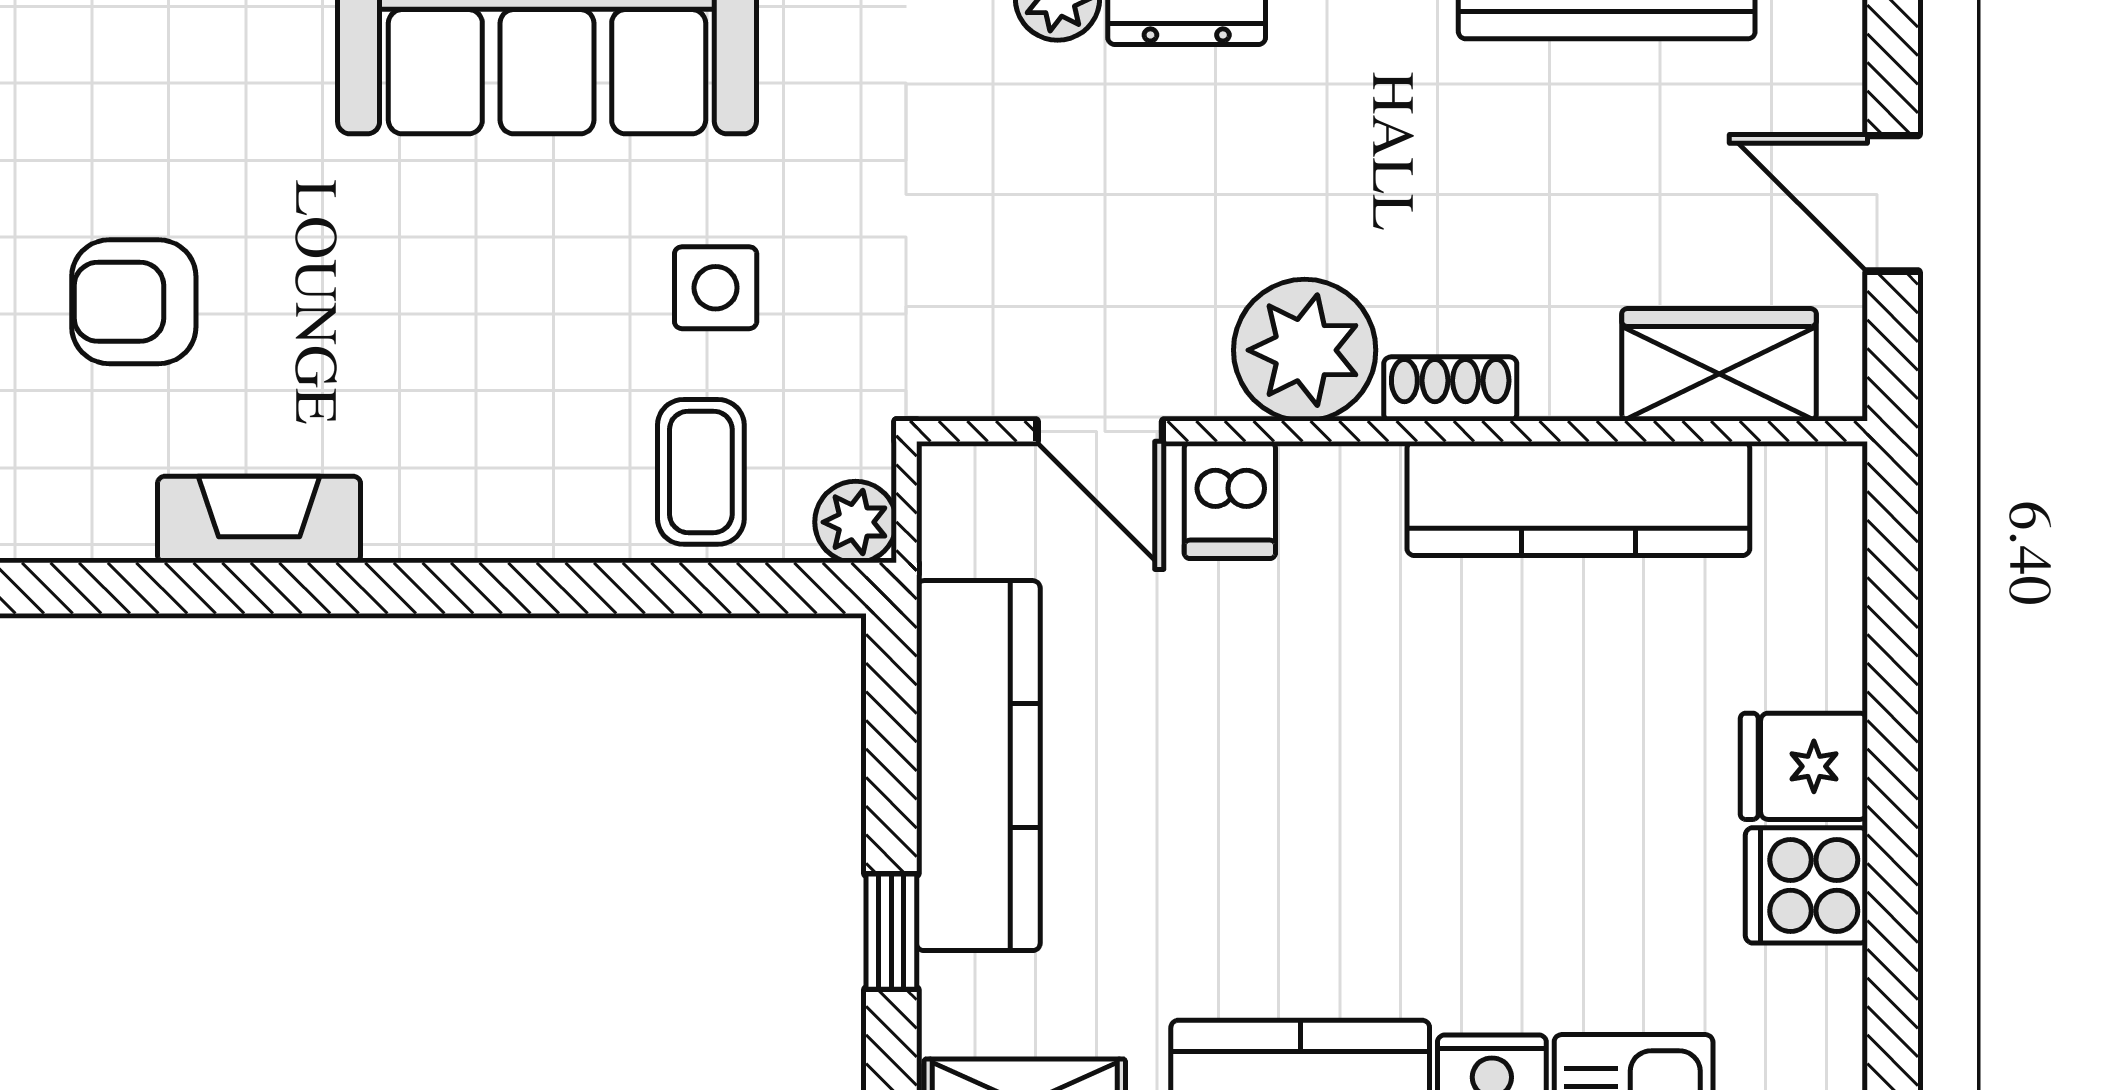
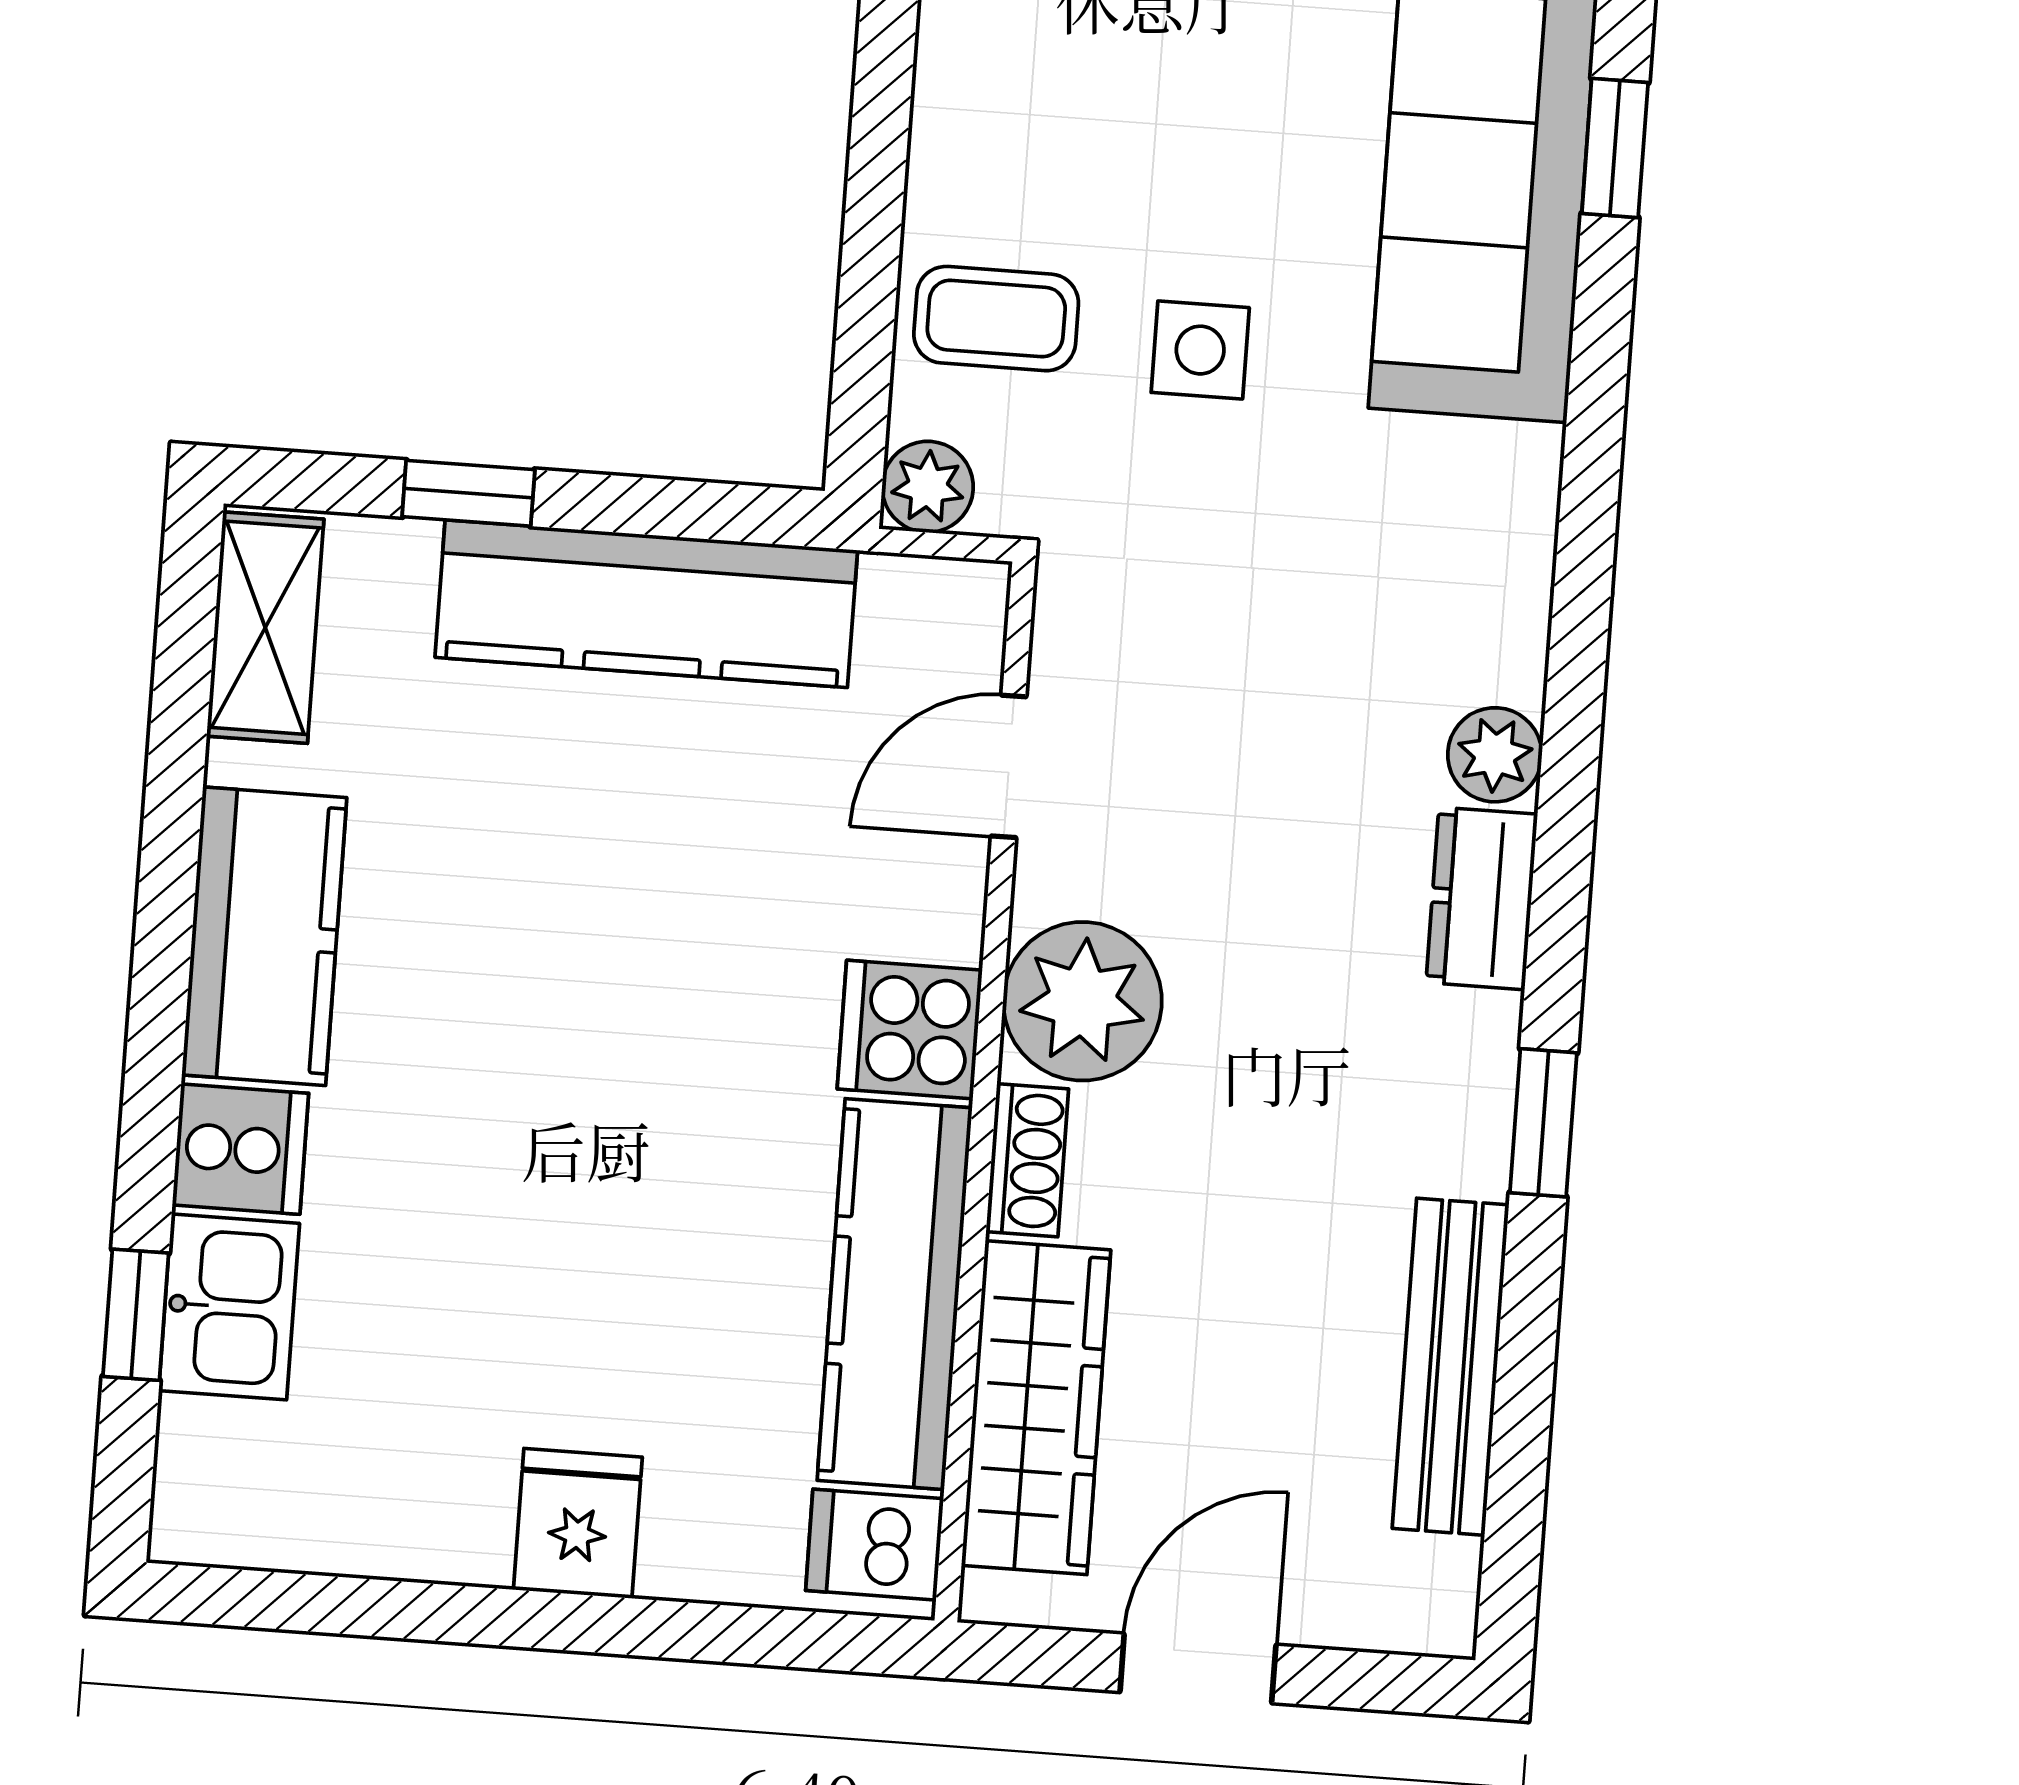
wardrobe: (1719, 365) -> (1036, 1408), width x1.50
dishwasher: (1230, 500) -> (875, 1545), moved
cooker: (1806, 885) -> (910, 1030), moved, turned -90

